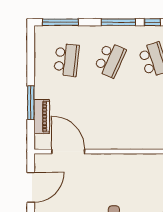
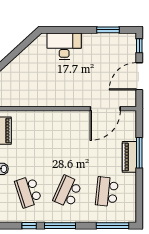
piano: (42, 116) -> (129, 157), moved
door: (68, 151) -> (105, 109), hinge flipped

